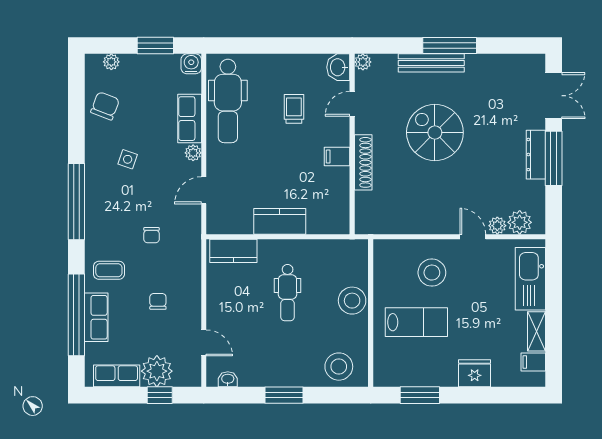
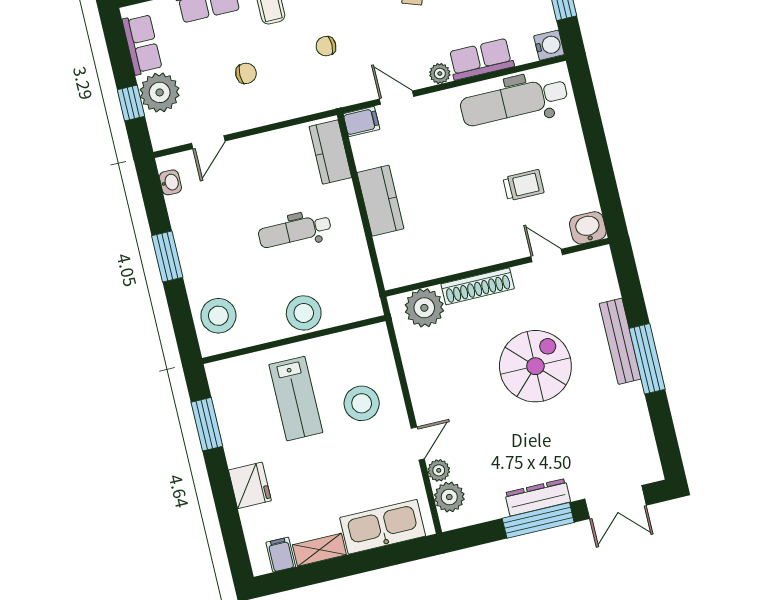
plant: (363, 62) -> (424, 308), moved, width x1.88, depth x1.88
filing cabinet: (337, 157) -> (361, 122), moved, turned 90

